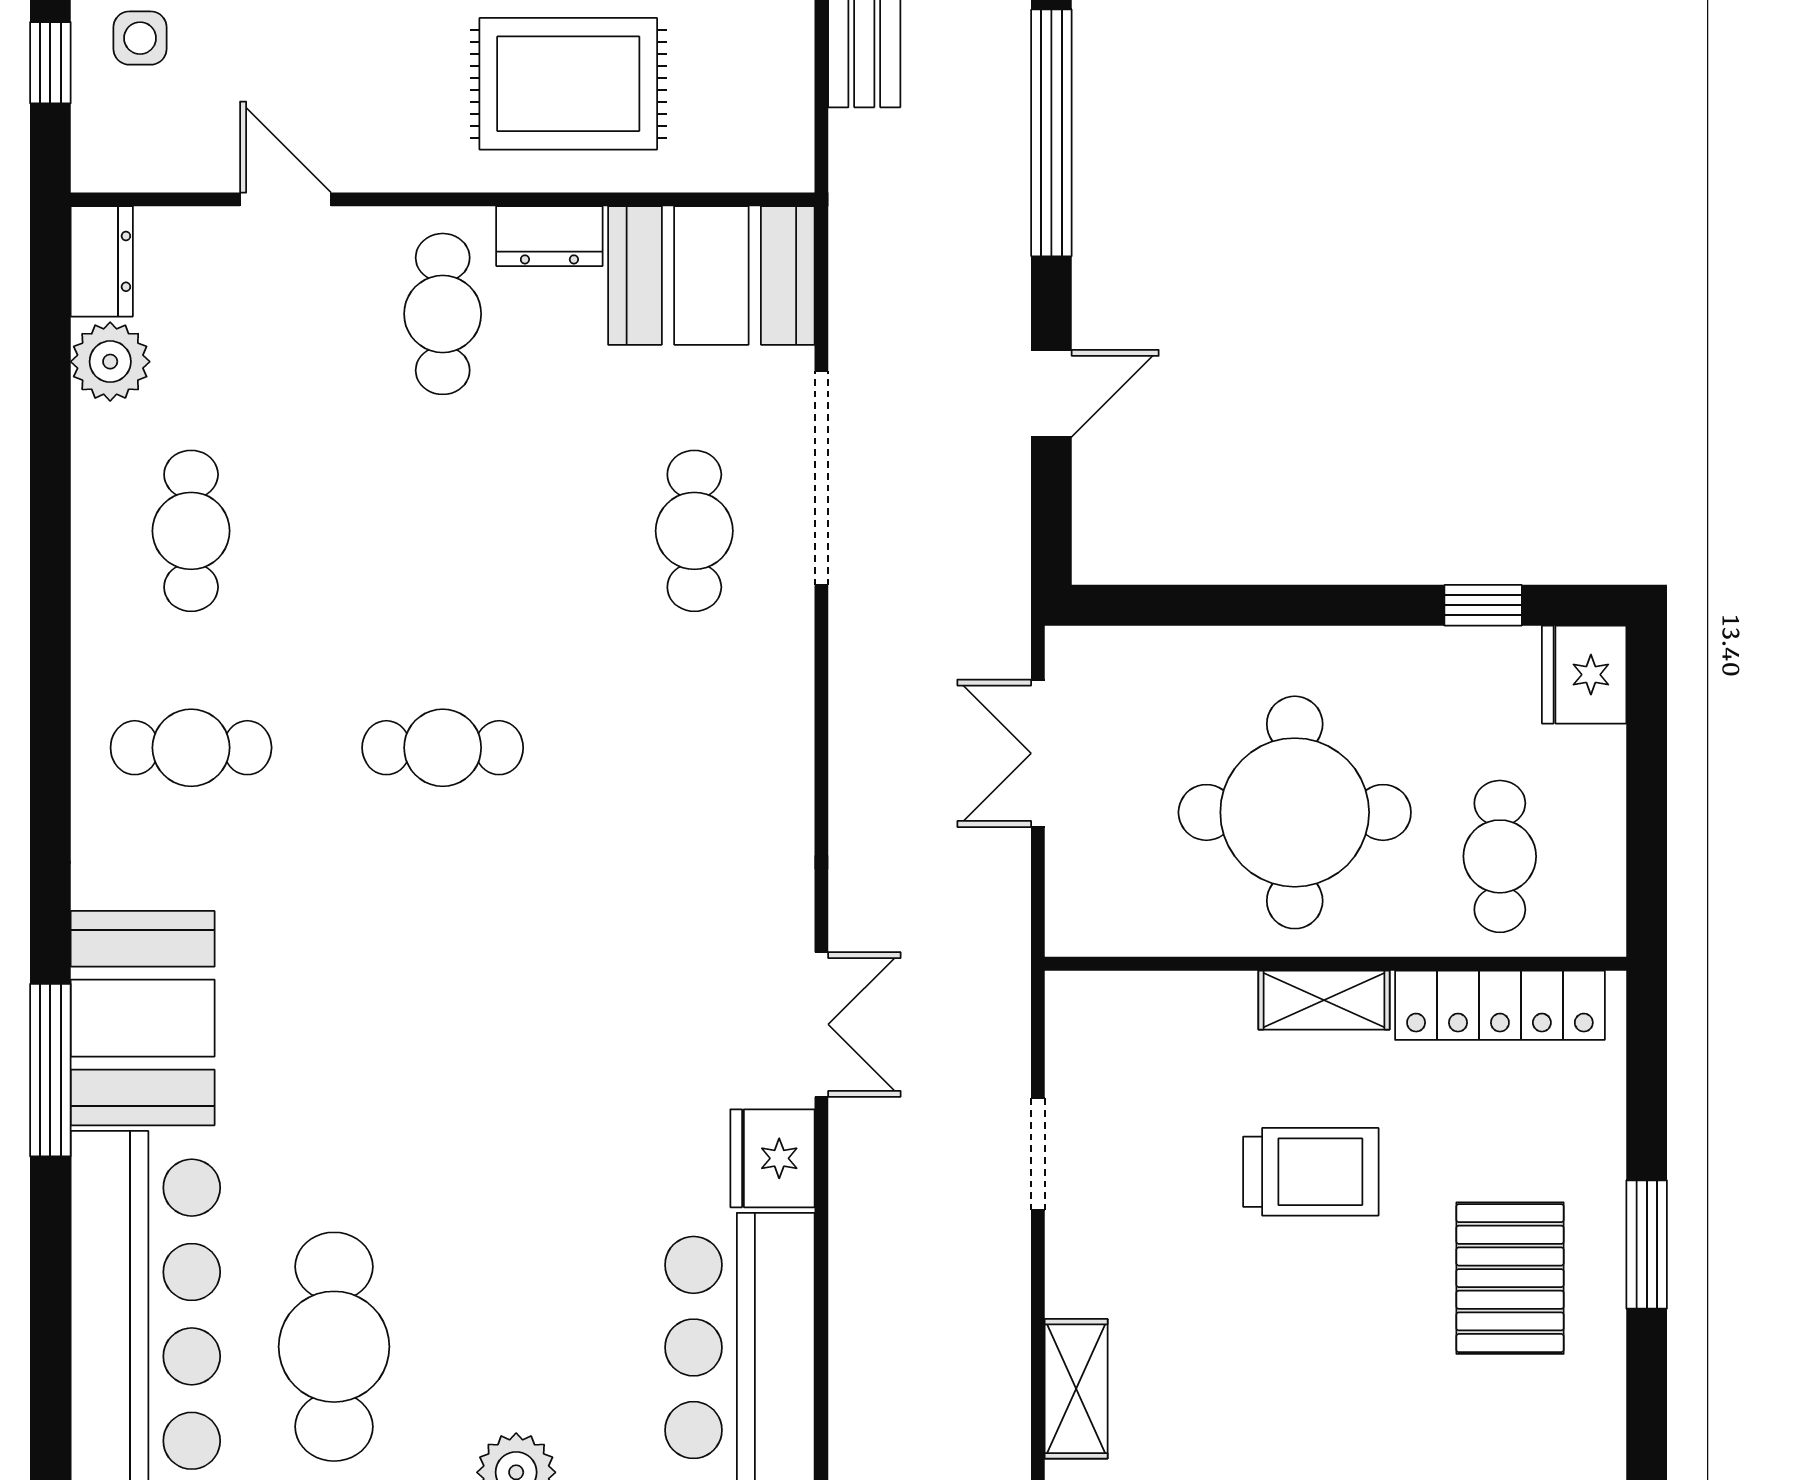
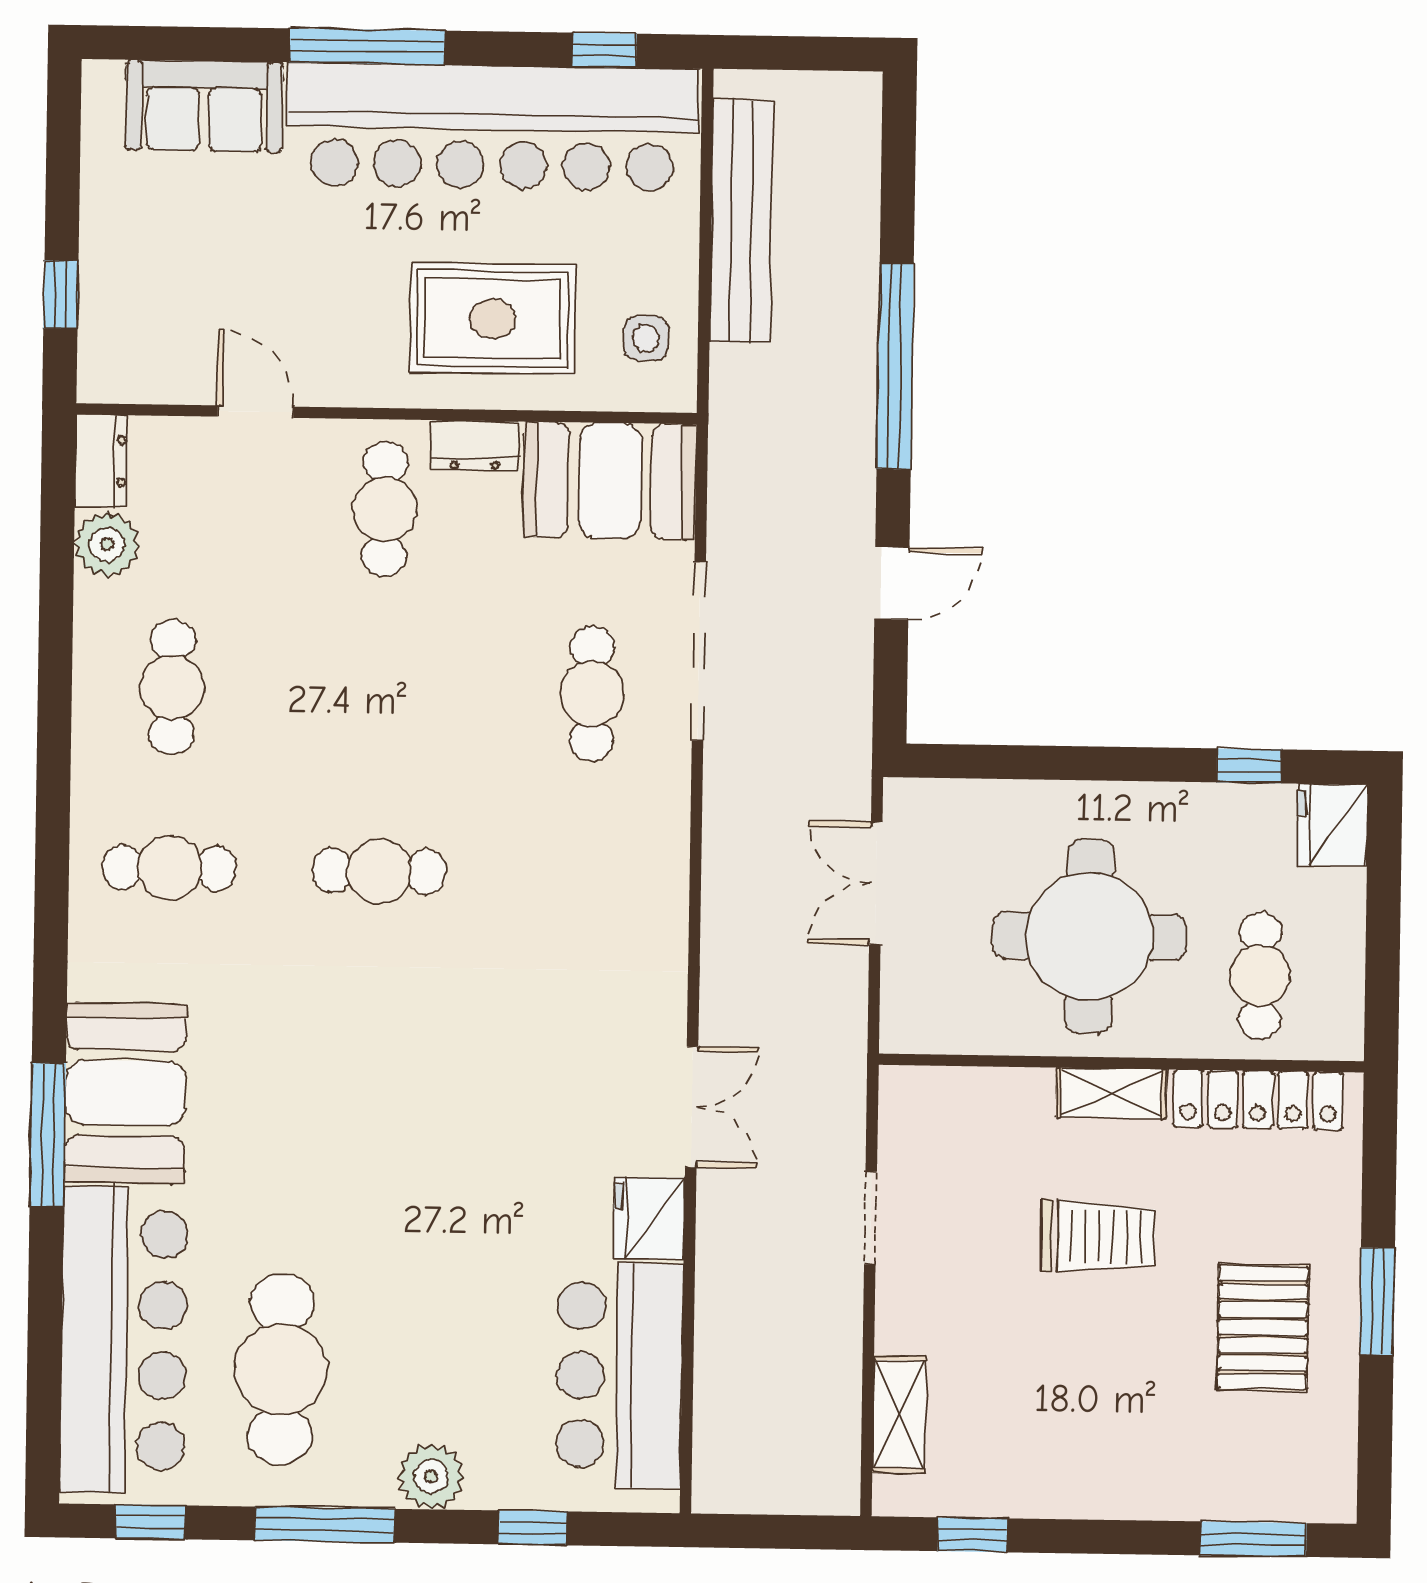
side table: (140, 38) -> (646, 338), moved

